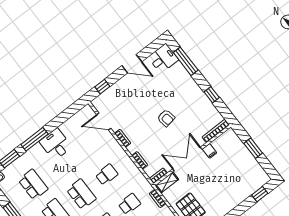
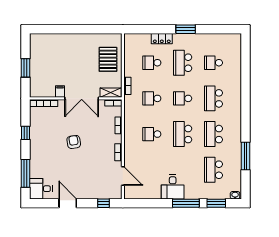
window: (260, 194) -> (47, 29), removed

